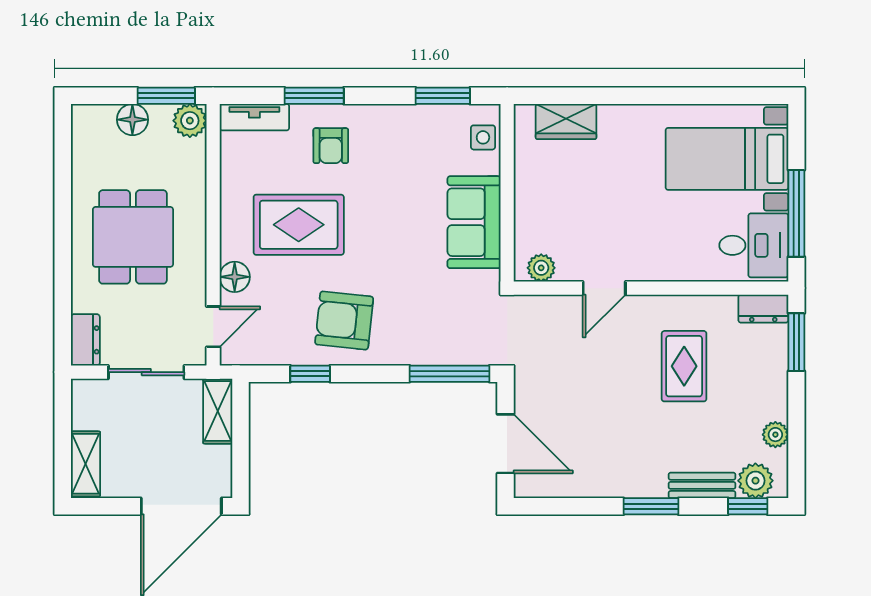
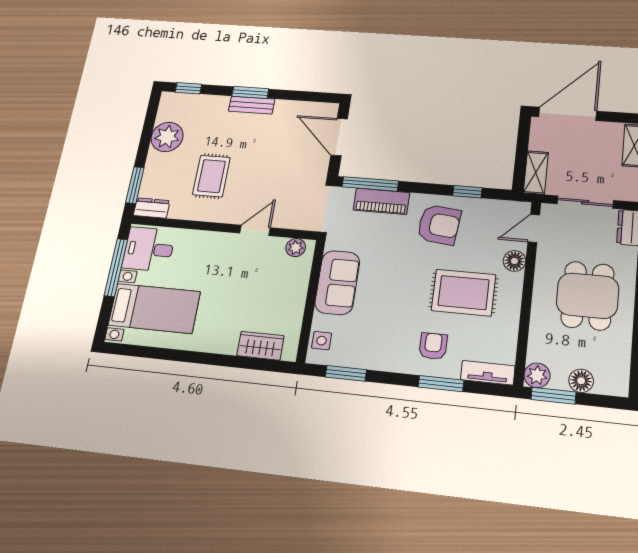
piano: (430, 348) -> (381, 201), added
plant: (775, 435) -> (167, 137), width x1.88, depth x1.88
plant: (755, 481) -> (180, 103), removed
bench: (702, 485) -> (252, 105), moved

